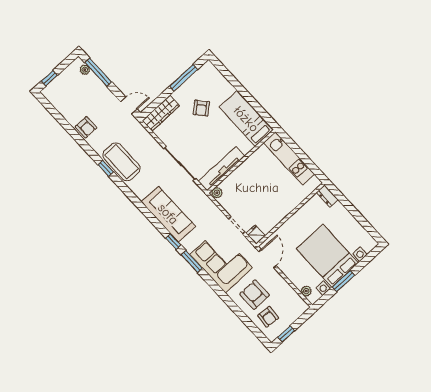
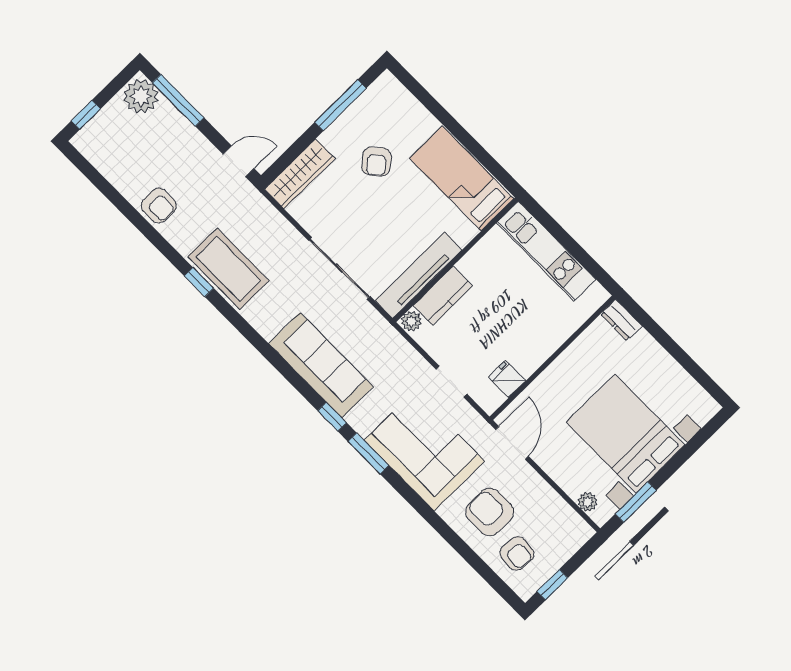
plant: (85, 70) -> (141, 96), width x1.87, depth x1.87
kitchen counter: (234, 180) -> (443, 296), added
fridge: (256, 234) -> (507, 379), moved
window: (343, 281) -> (636, 502), moved

